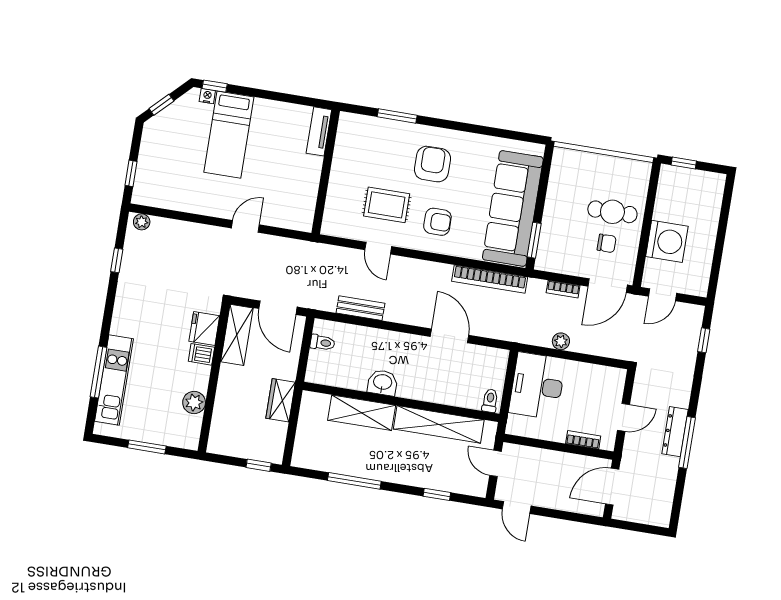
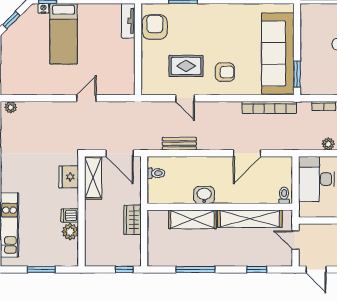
armchair: (432, 164) -> (155, 27), moved
door: (449, 336) -> (247, 153), swing flipped
dishwasher: (201, 354) -> (70, 216), moved

